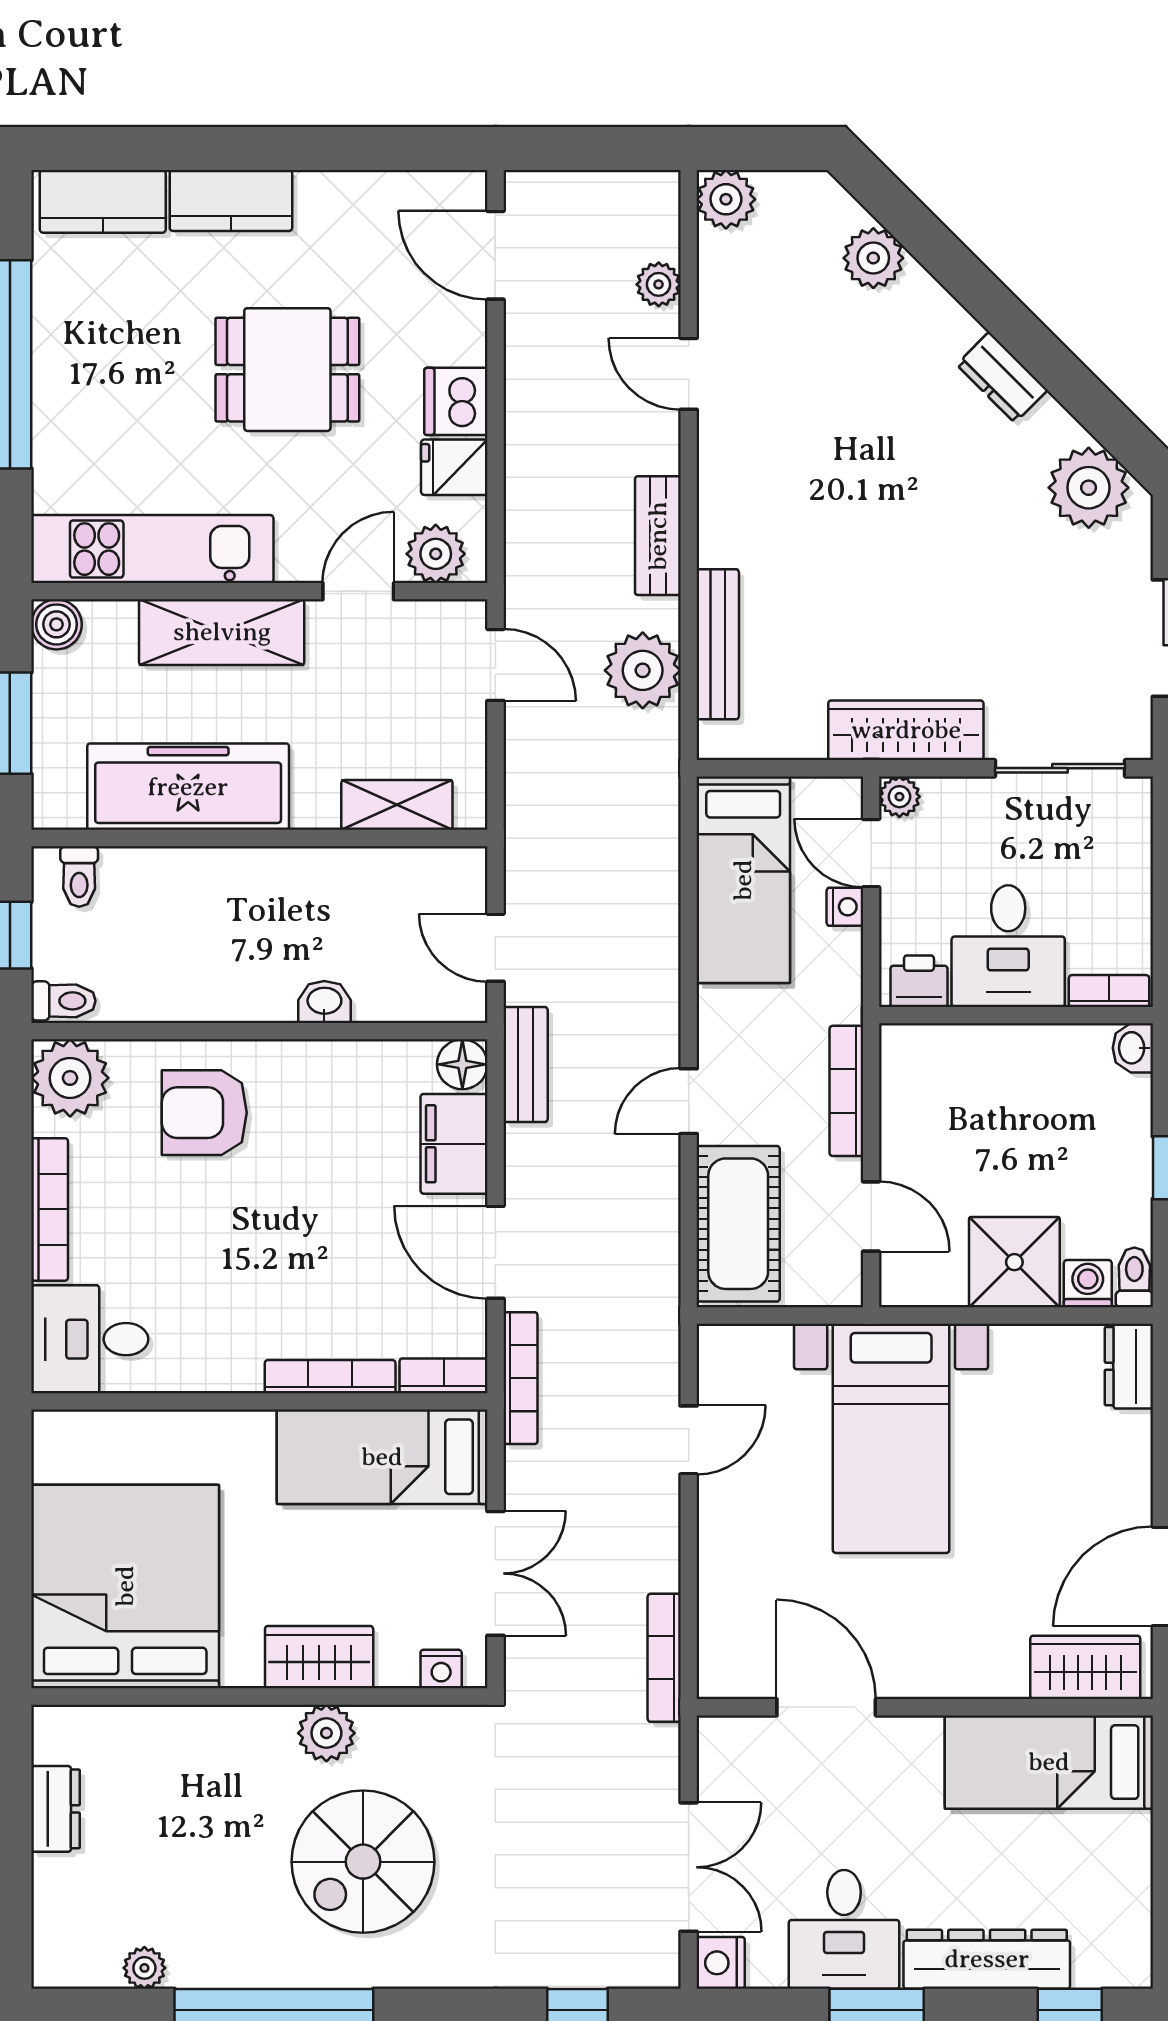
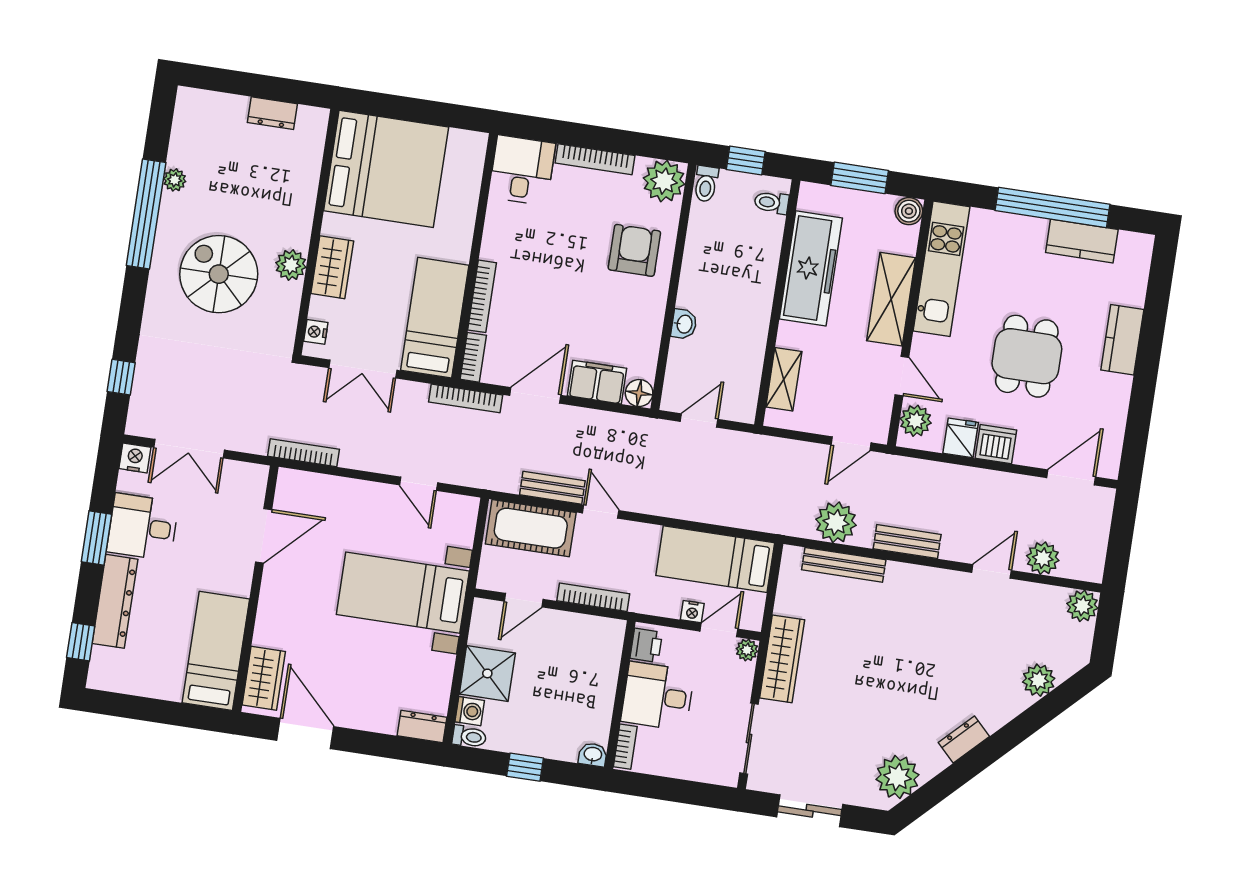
kitchen counter: (103, 201) -> (1082, 241), moved, turned -90
plant: (659, 284) -> (1043, 558), width x1.38, depth x1.38
bench: (526, 1065) -> (552, 488), moved
plant: (144, 1968) -> (175, 180), moved

